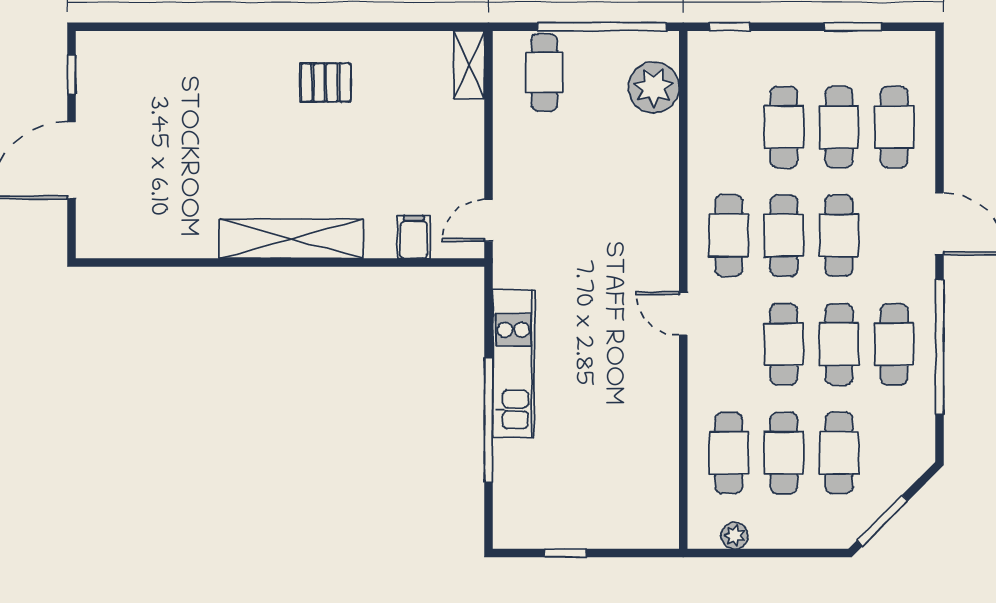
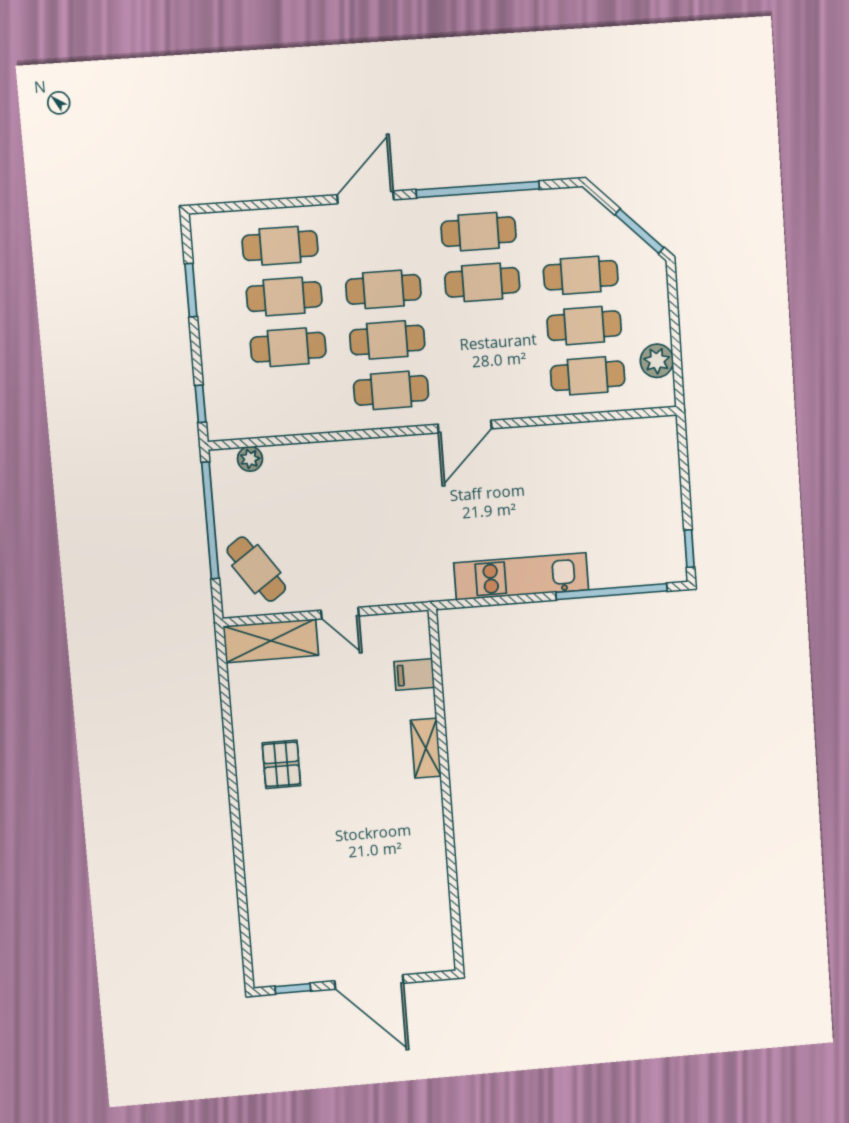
shelving: (469, 65) -> (271, 641), width x1.50, depth x1.33
cafe table: (544, 72) -> (256, 569), turned 55
plant: (654, 87) -> (250, 459), width x0.53, depth x0.53
door: (488, 220) -> (340, 613), moved
shelving: (291, 239) -> (426, 748), width x0.45, depth x0.75
door: (683, 313) -> (465, 427), width x1.38
cafe table: (784, 344) -> (486, 333), removed
window: (488, 420) -> (611, 592), moved
plant: (735, 536) -> (657, 361), width x1.38, depth x1.38
window: (565, 553) -> (689, 549), moved

